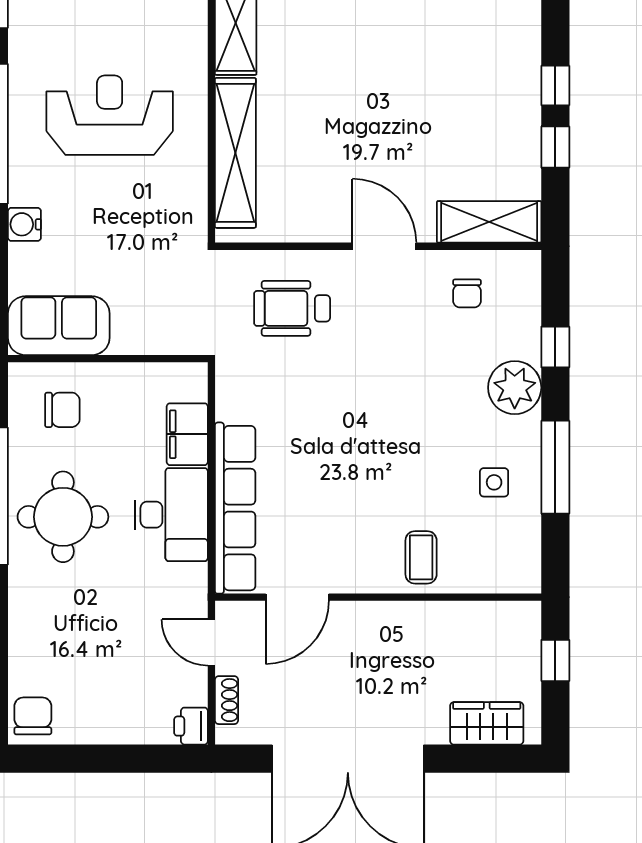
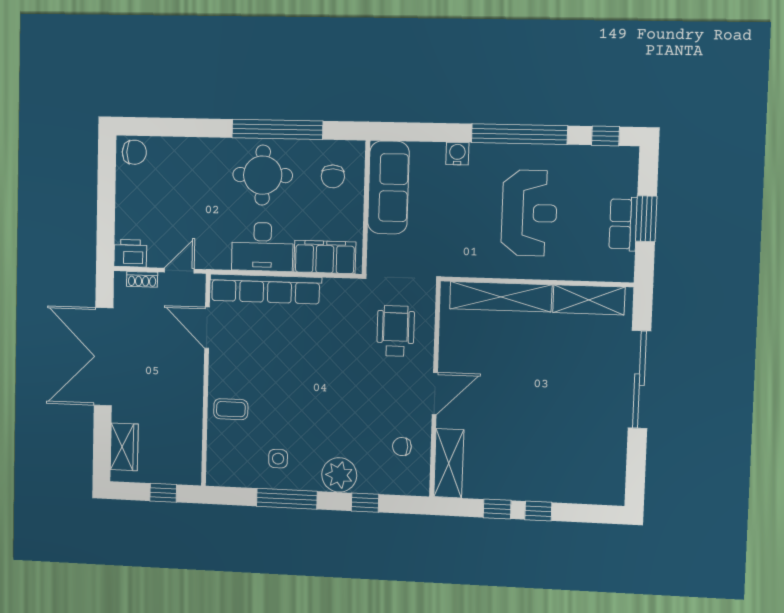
sofa: (59, 326) -> (388, 188), width x1.36
filing cabinet: (187, 434) -> (325, 257), width x1.50, depth x1.17
printer: (191, 726) -> (130, 253), width x1.36, depth x1.24

